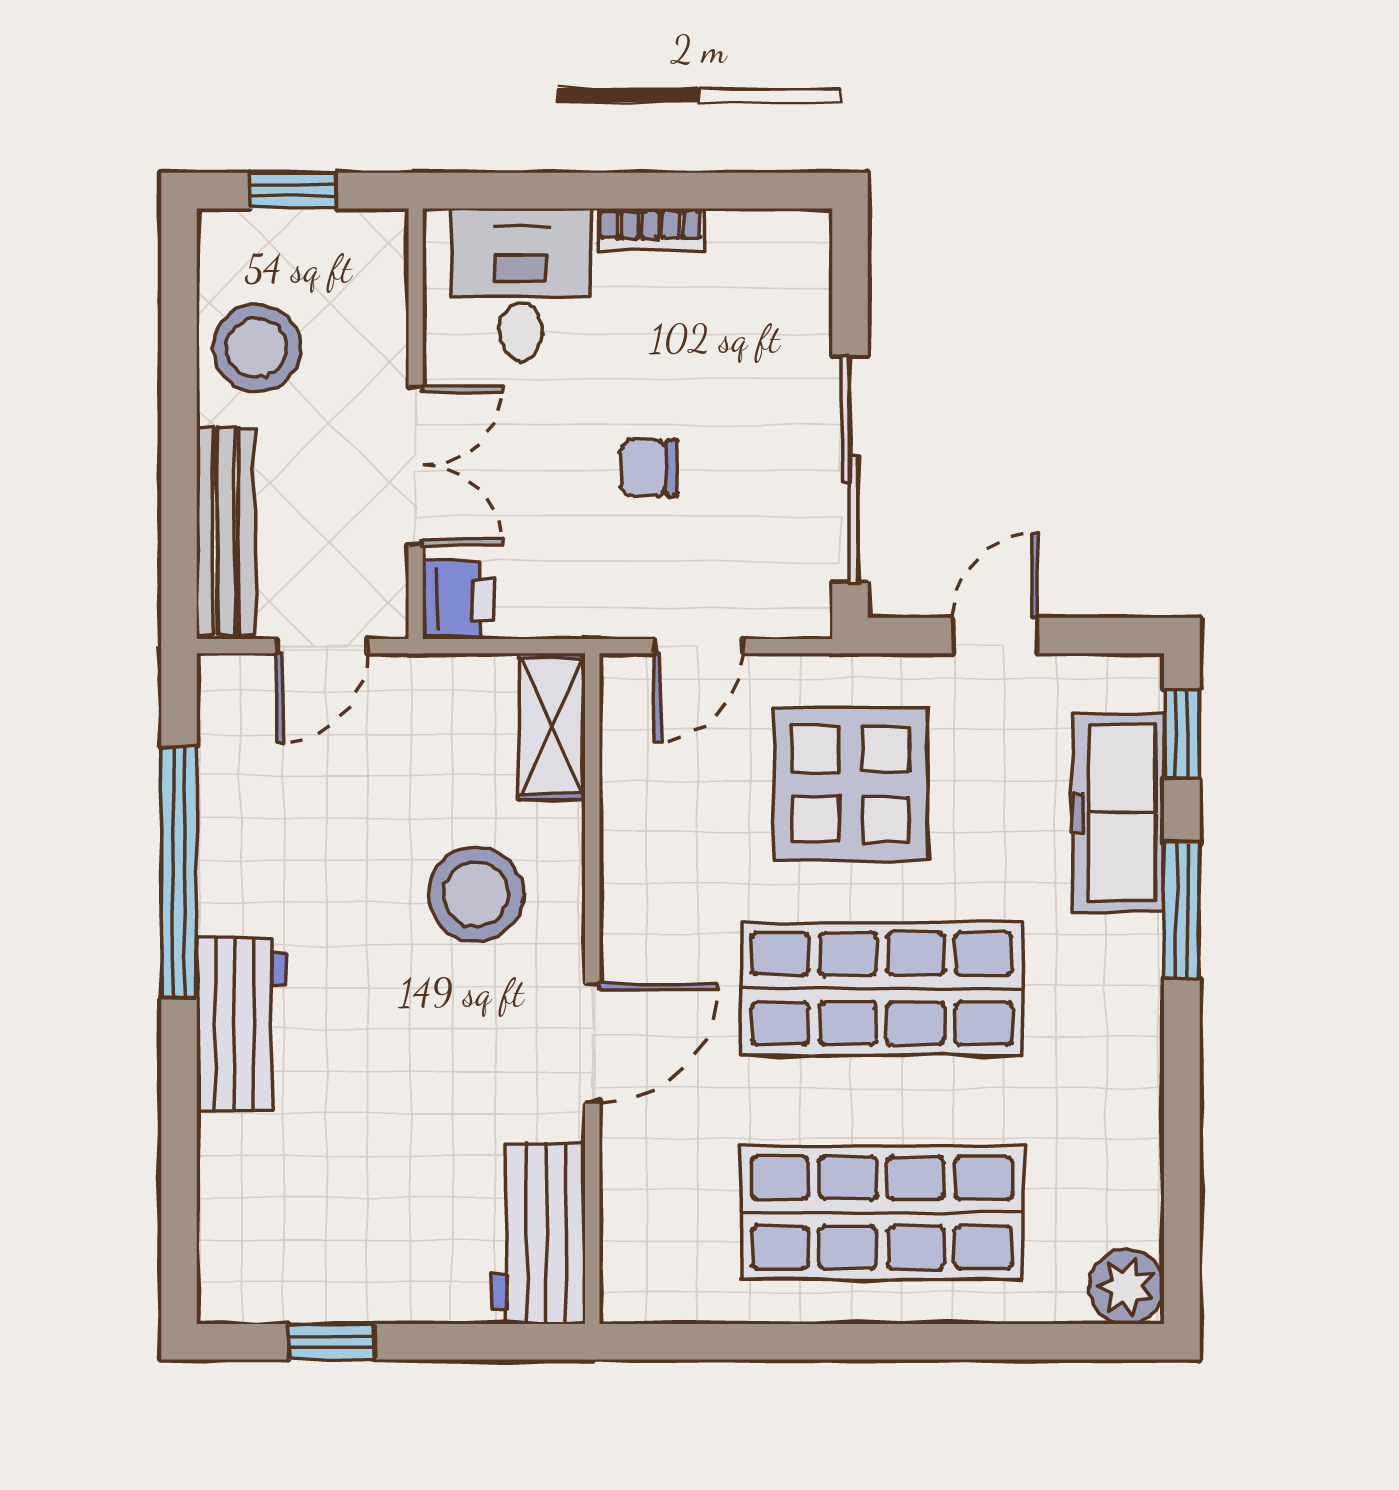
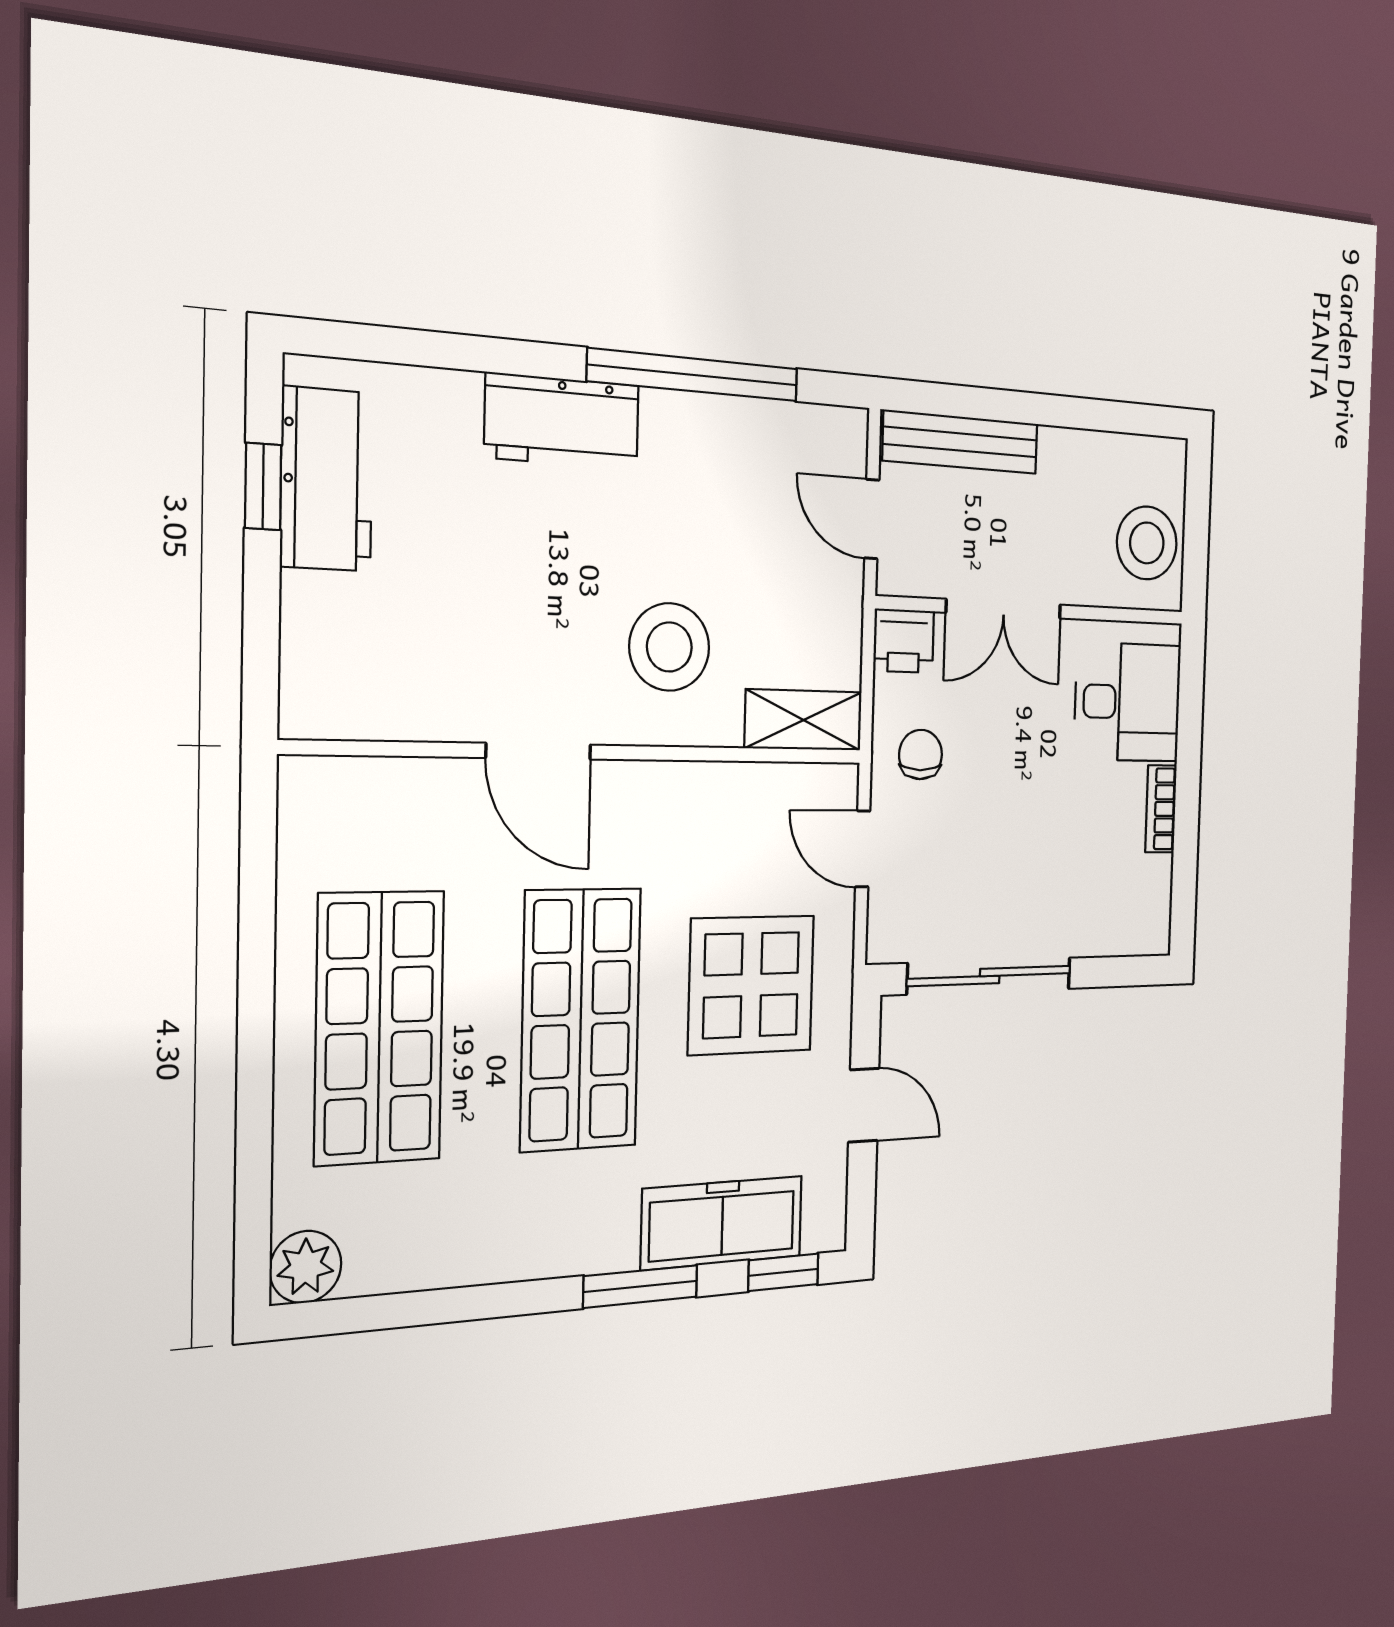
window: (293, 191) -> (1197, 518), removed
stool: (256, 348) -> (1147, 543), moved
chair: (649, 468) -> (921, 755), moved
workbench: (538, 1234) -> (327, 479), moved, turned 90

